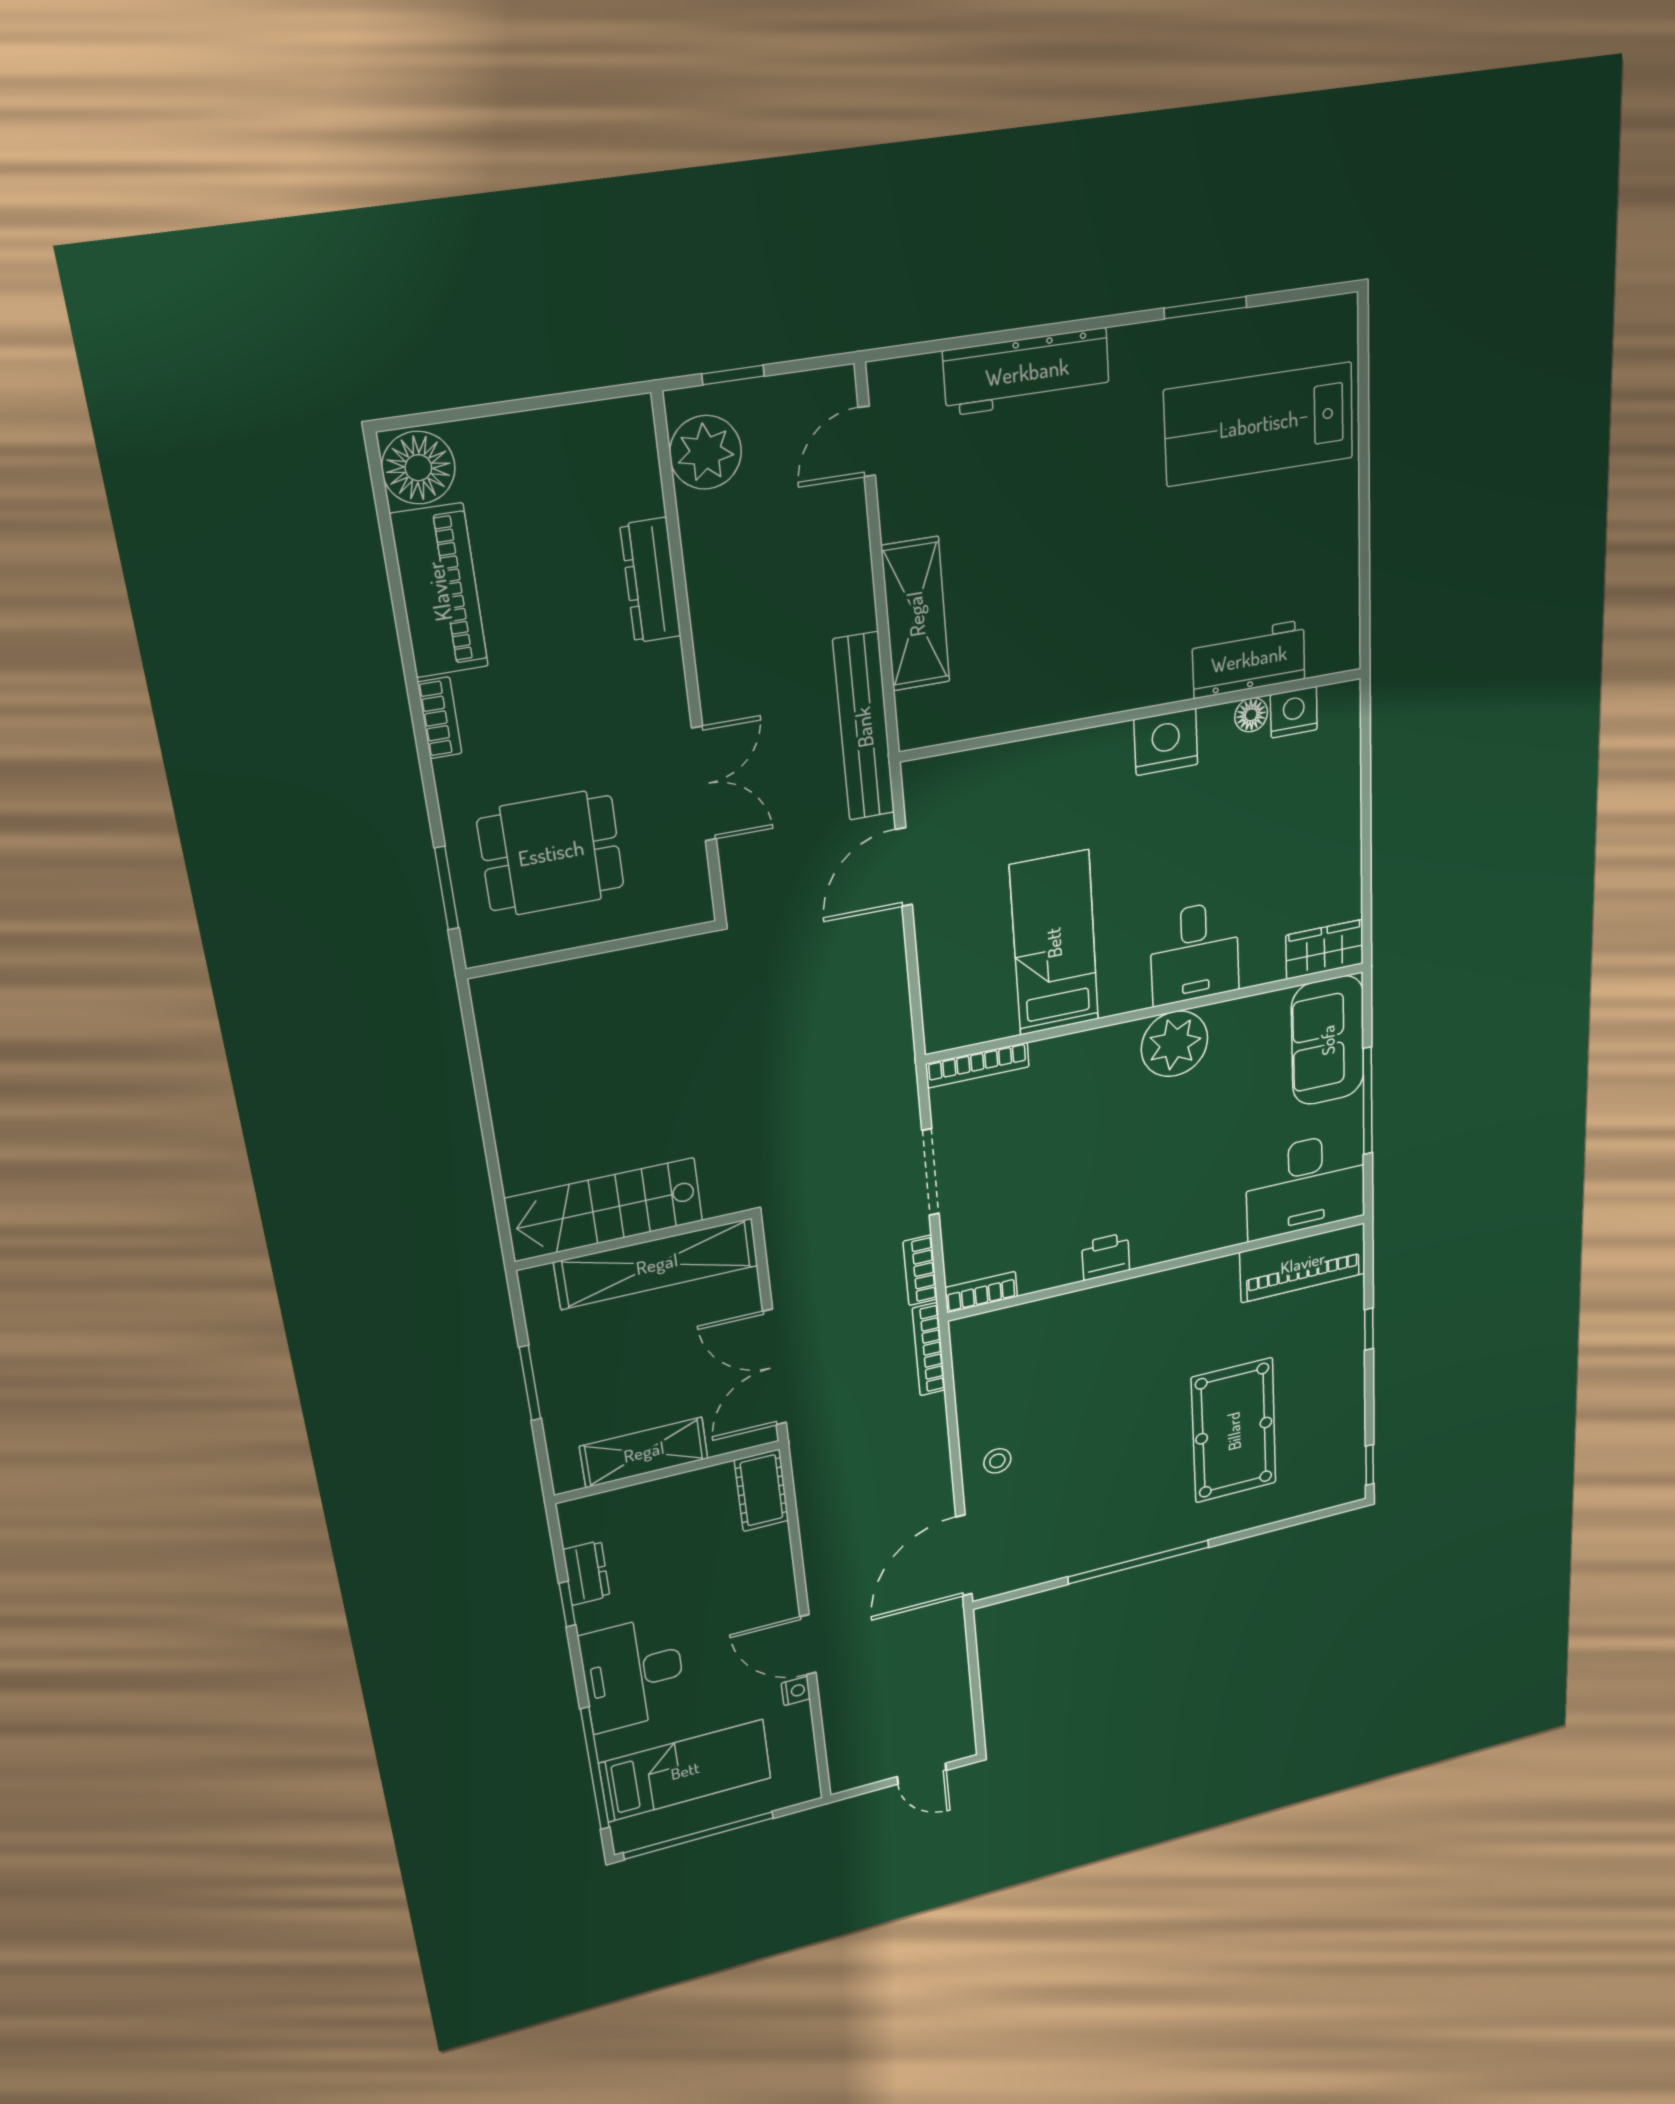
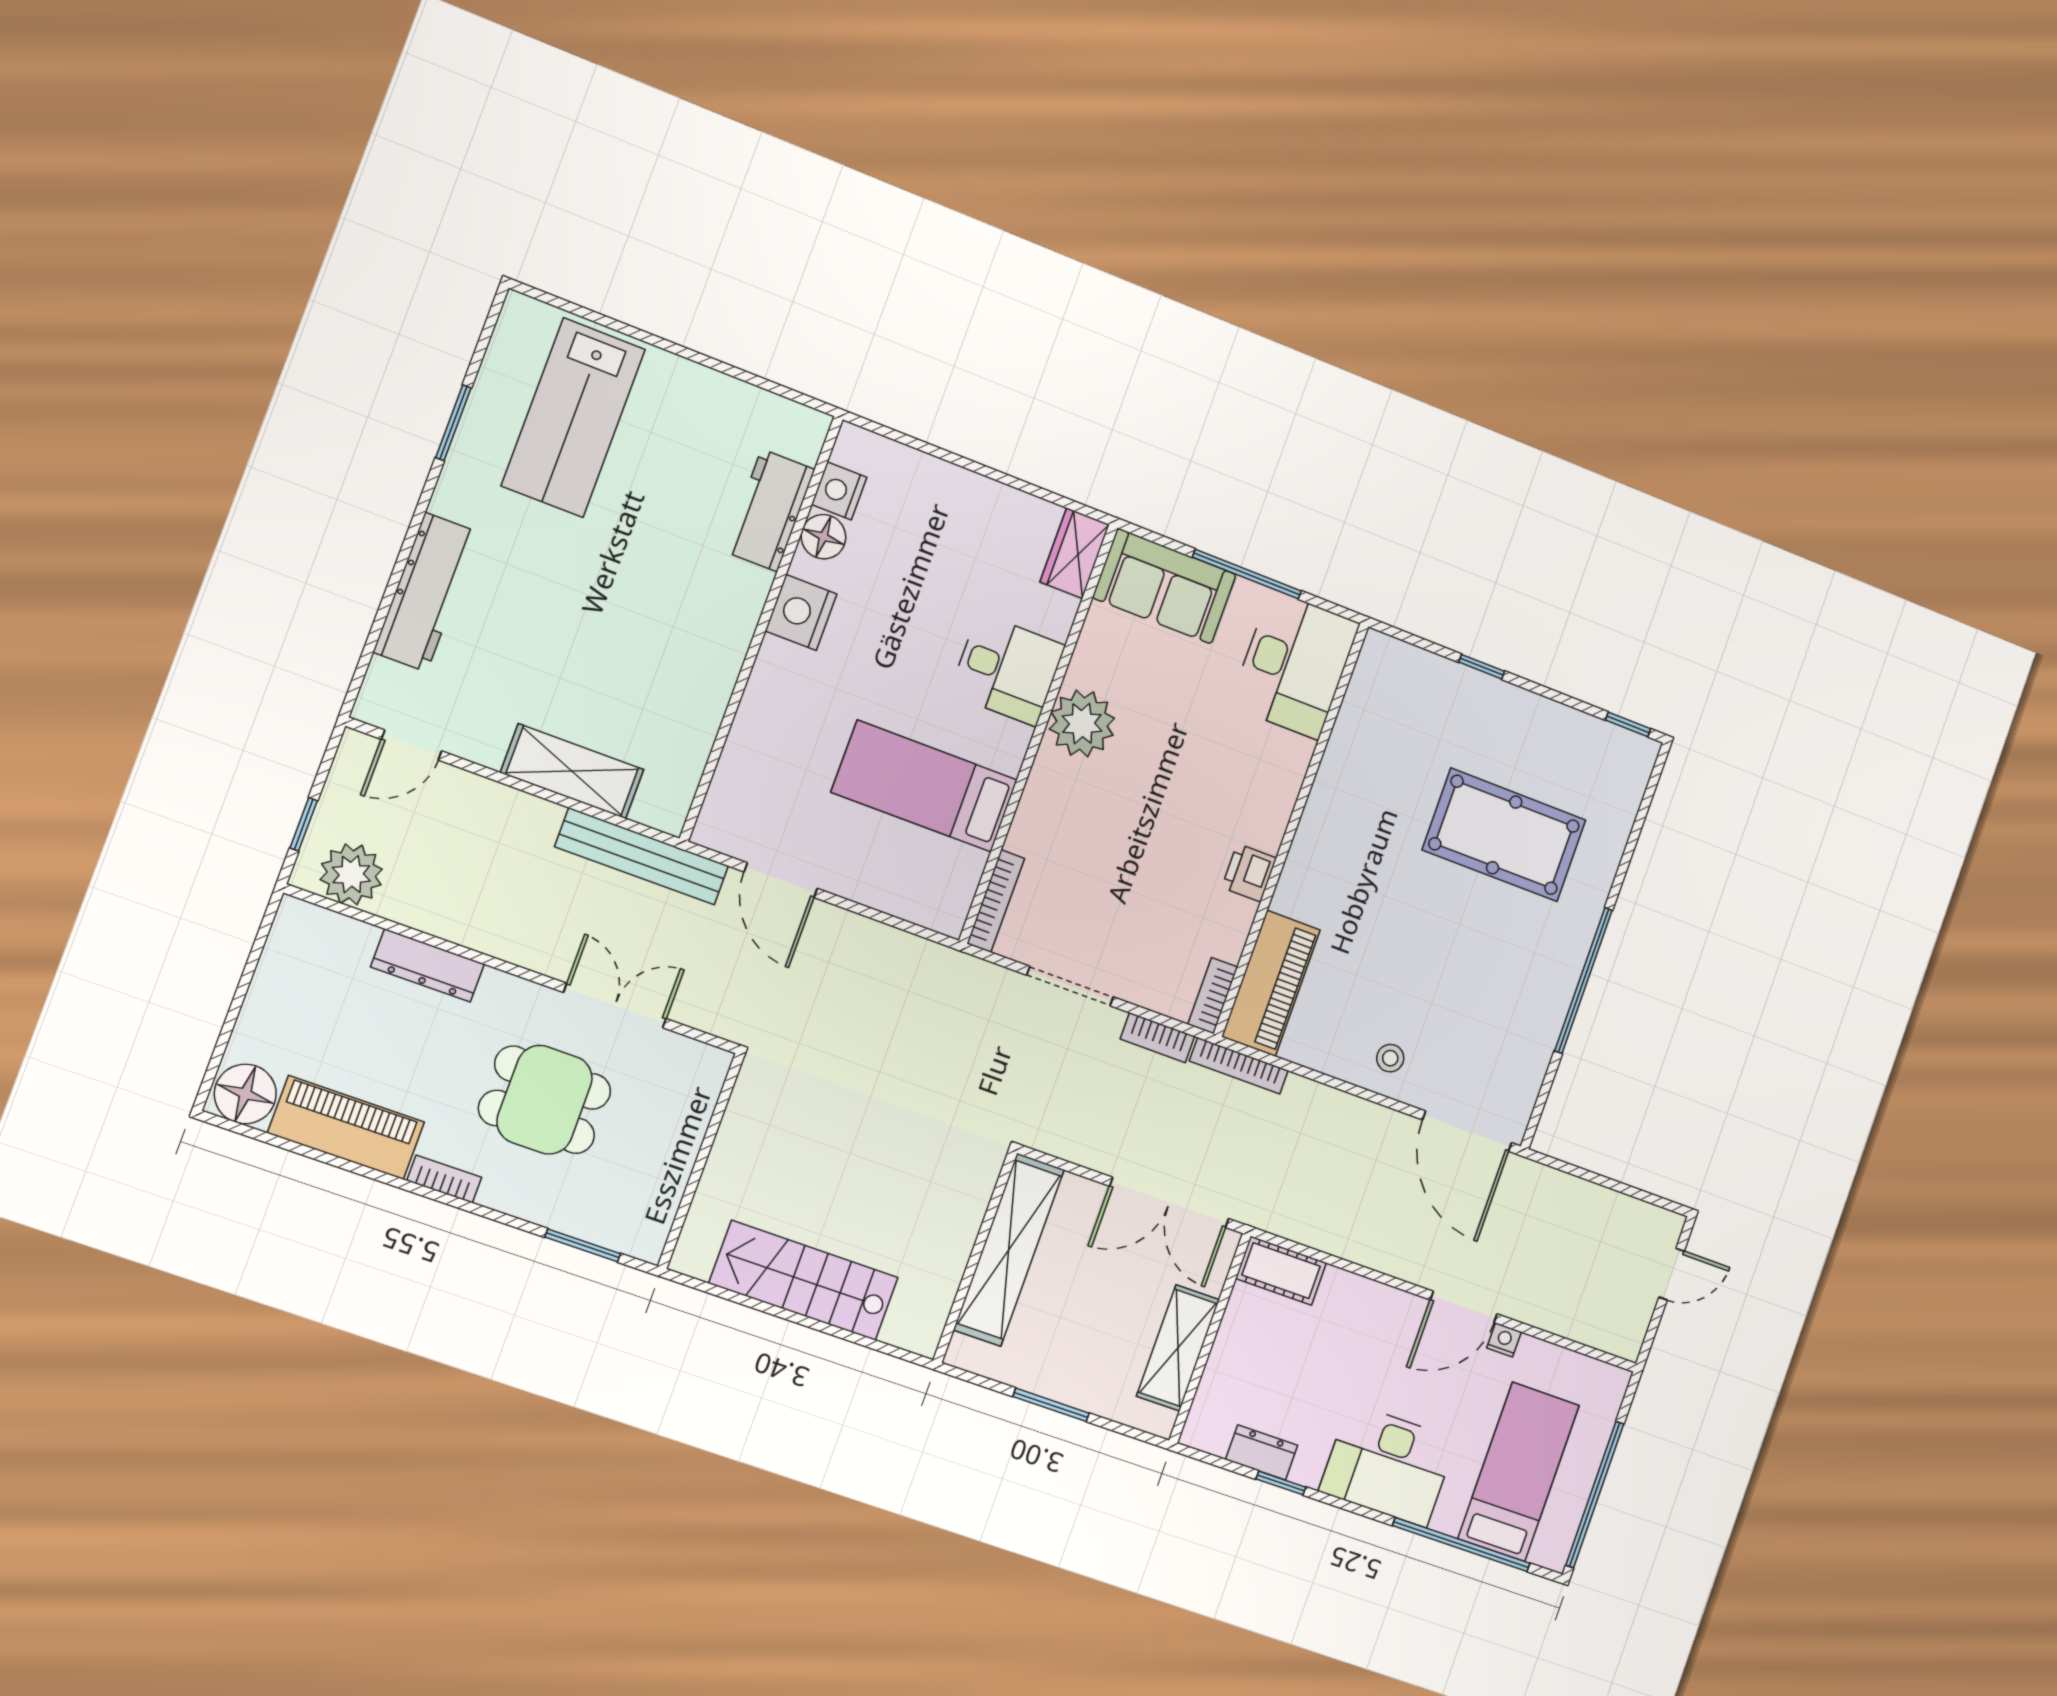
door: (867, 441) -> (411, 745), hinge flipped
floor lamp: (1251, 715) -> (823, 537), width x1.37, depth x1.37
dining table: (551, 853) -> (545, 1100), moved, turned 90
stairs: (604, 1210) -> (804, 1280), moved, turned 90
piano: (1303, 1263) -> (1271, 983), moved

